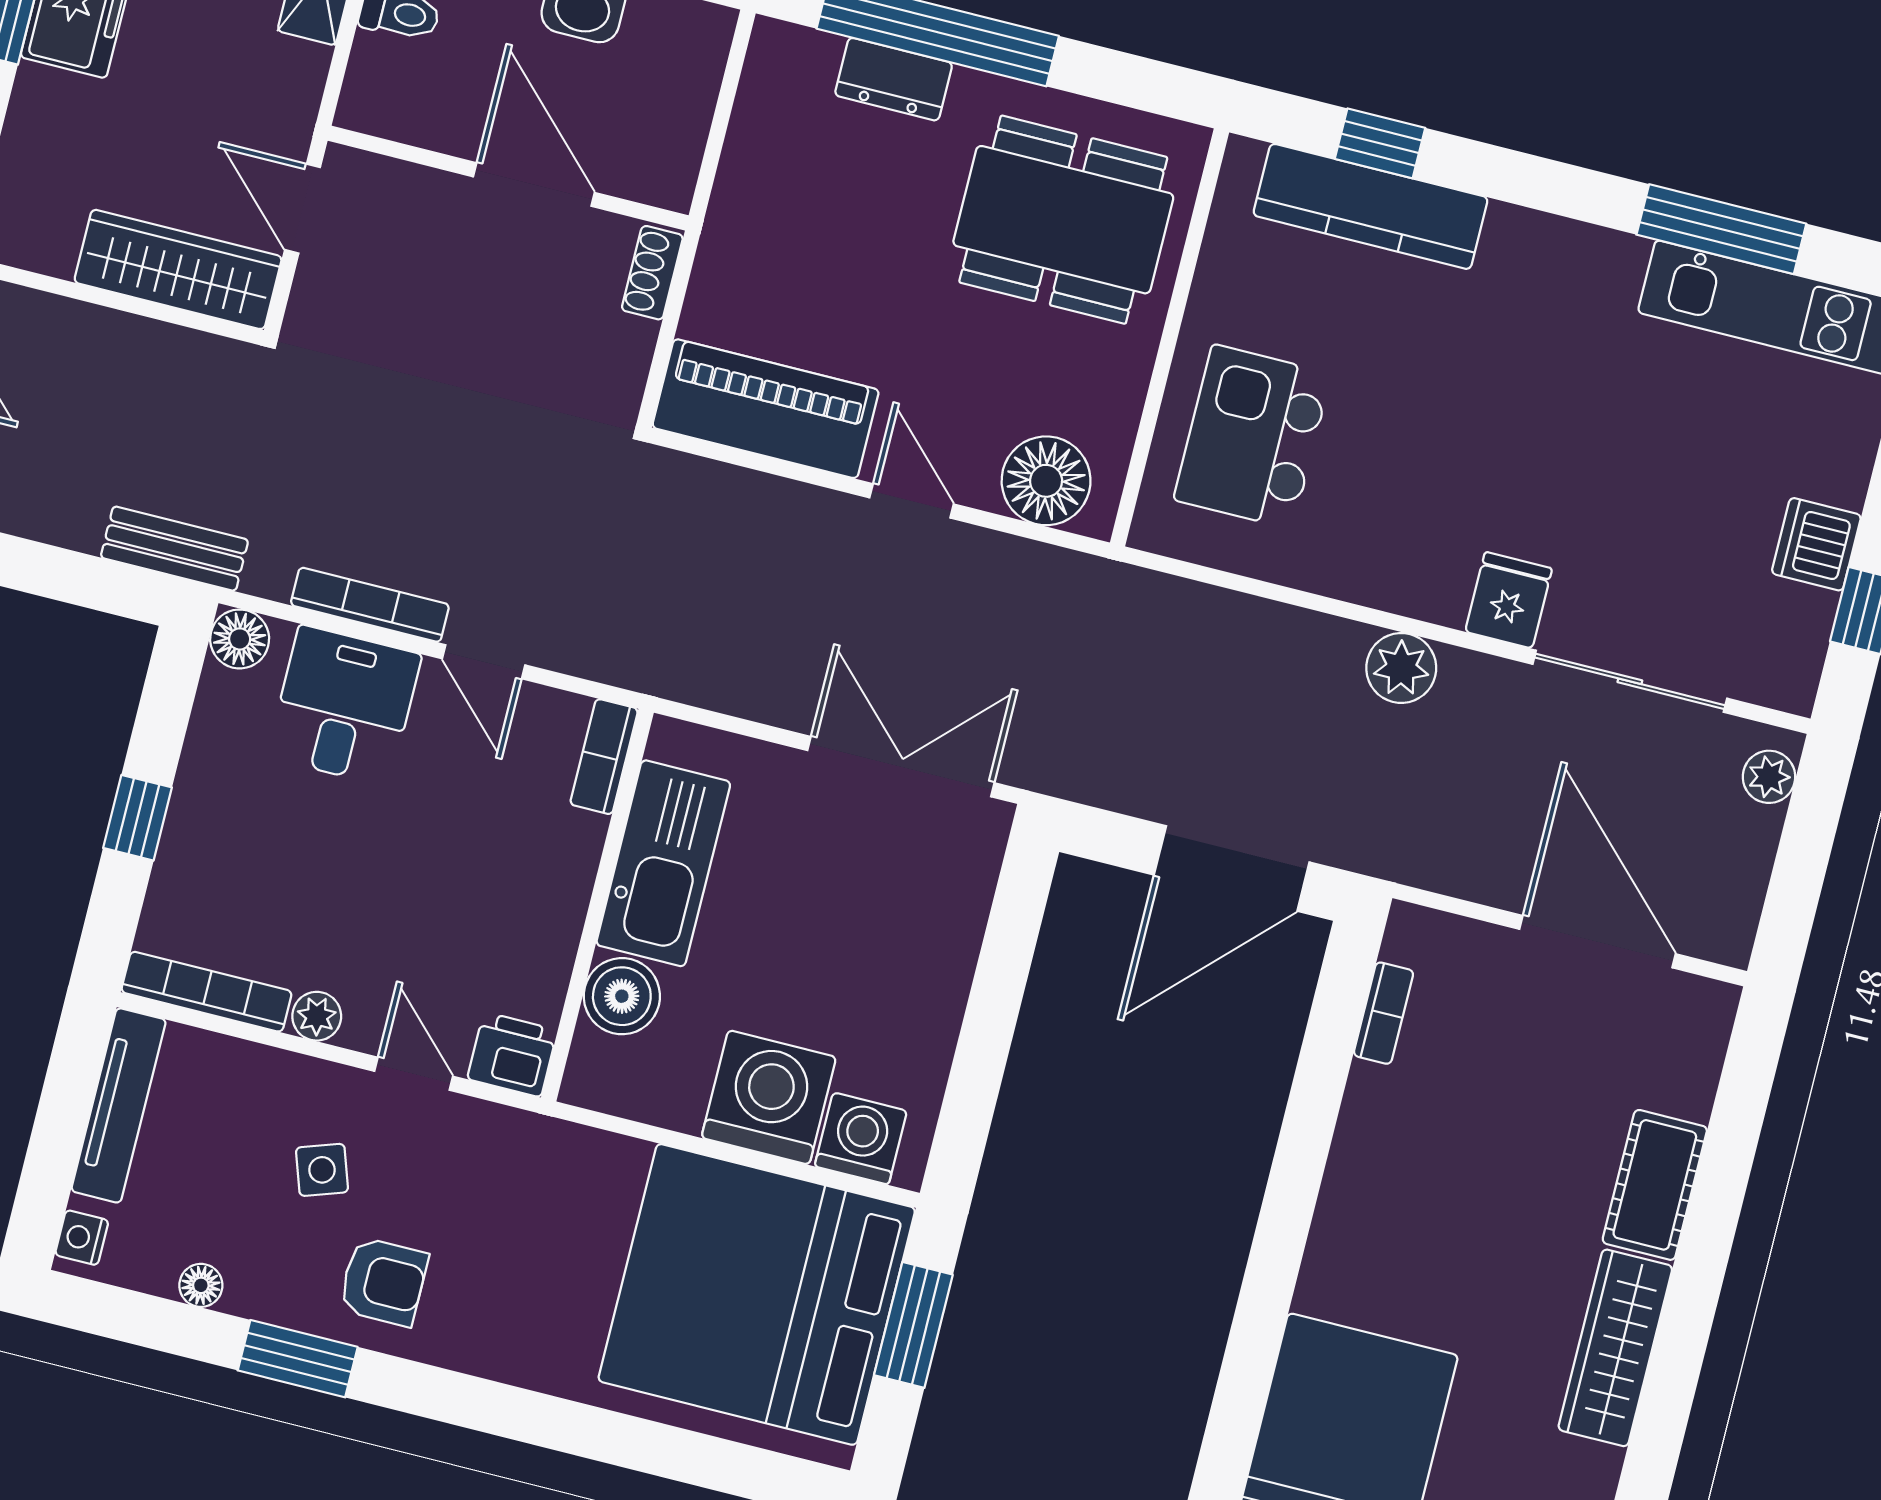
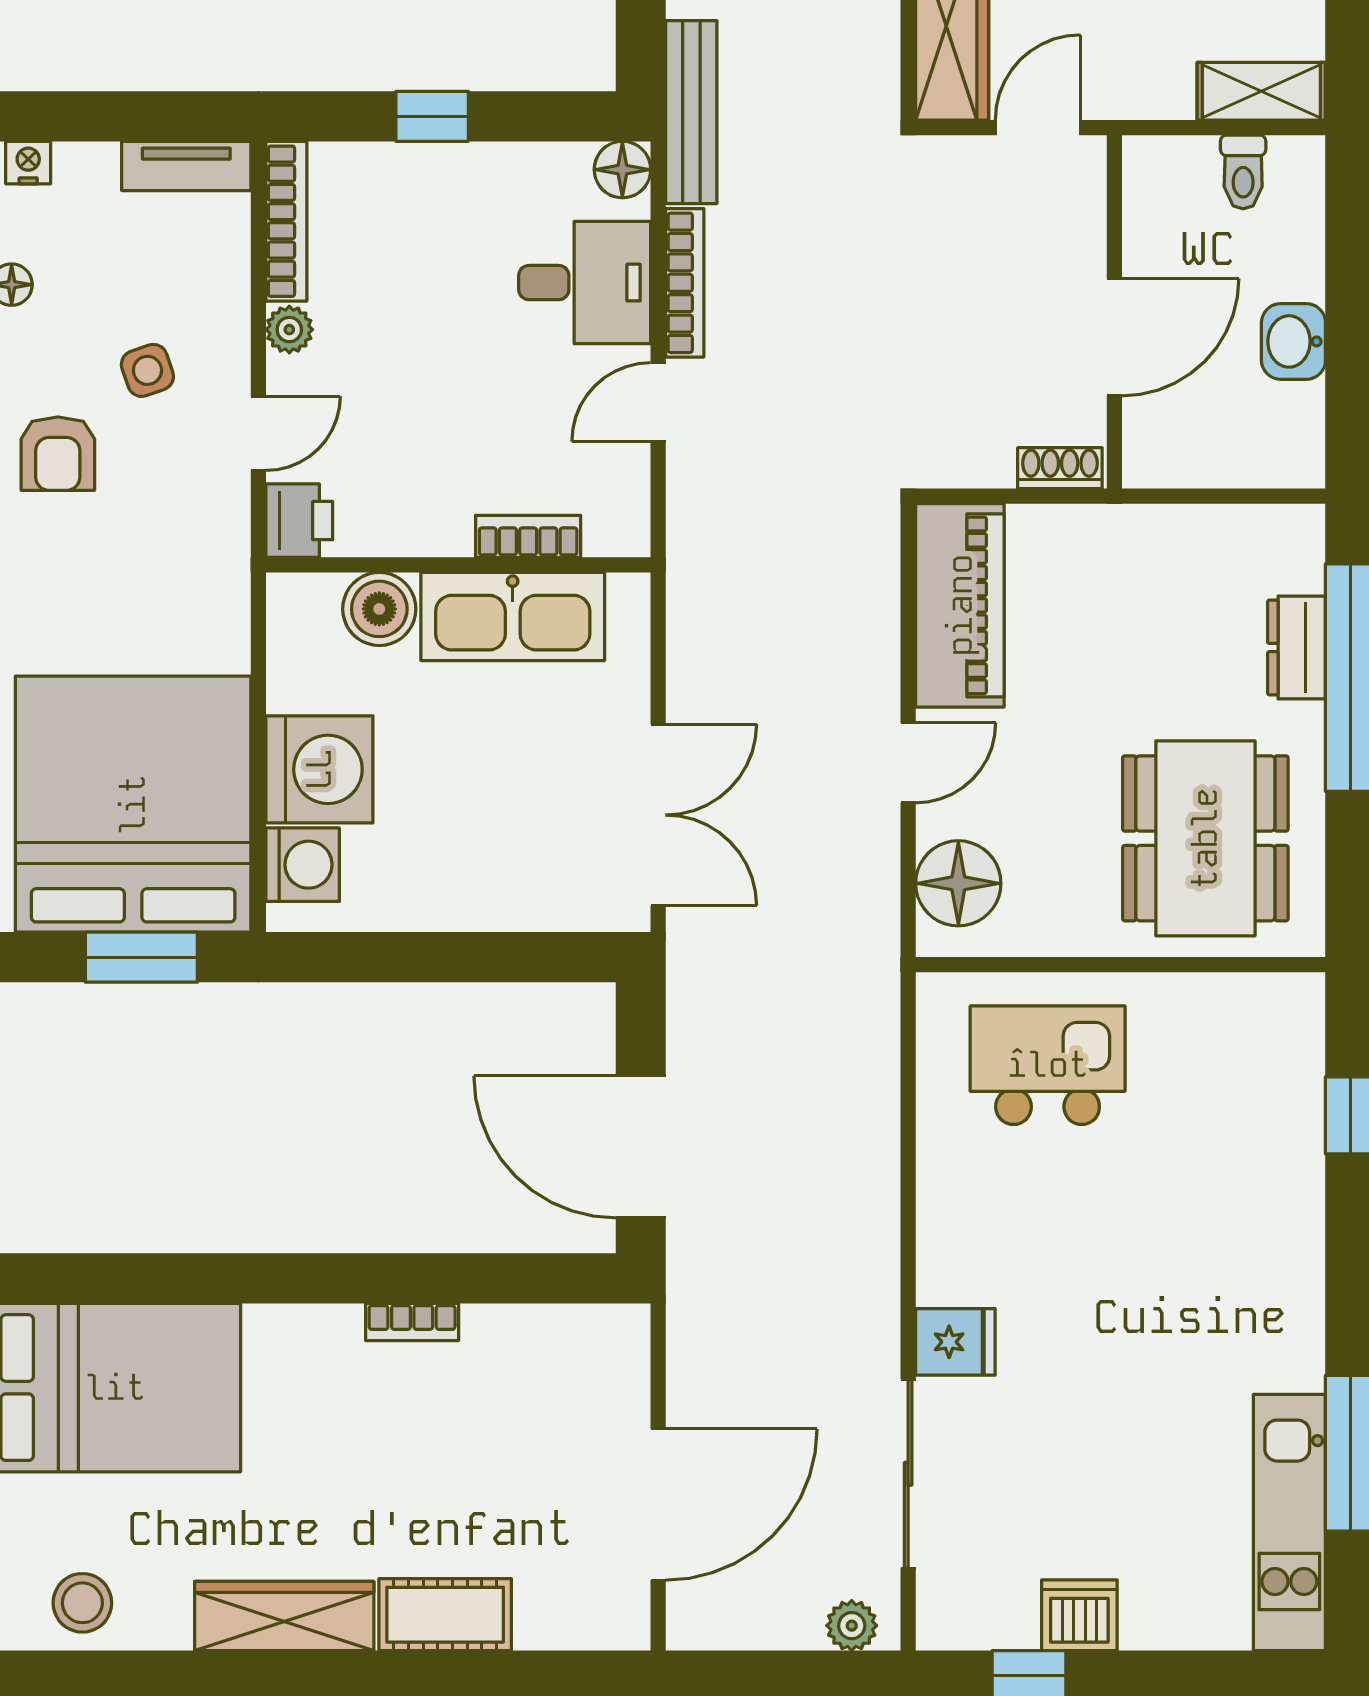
kitchen counter: (1371, 206) -> (1290, 1121), removed
bench: (174, 549) -> (691, 112), width x1.36
plant: (1401, 668) -> (867, 1258), removed
bookcase: (604, 757) -> (528, 536), moved
bookcase: (1384, 1013) -> (412, 1322), moved
tv unit: (119, 1105) -> (186, 166), width x0.71

